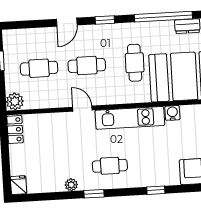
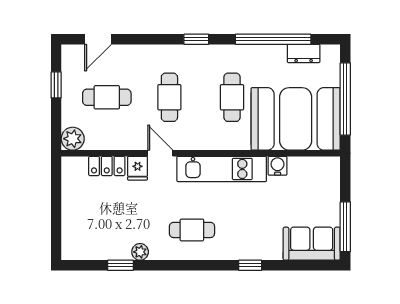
door: (67, 22) -> (98, 39), moved
cafe table: (87, 65) -> (169, 97), turned 90
locker: (15, 130) -> (107, 166), moved, turned 90
fridge: (18, 185) -> (138, 168), moved, turned 180
window: (94, 194) -> (120, 265), moved

